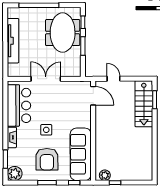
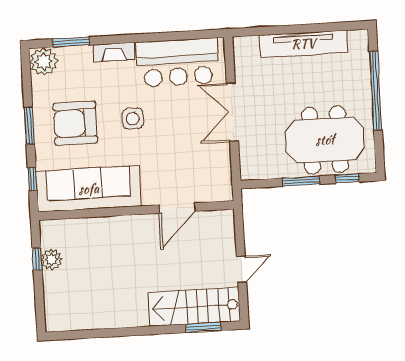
double door: (46, 79) -> (232, 112), swing flipped
door: (113, 79) -> (241, 269), moved
door: (93, 96) -> (177, 208), moved
plant: (105, 175) -> (51, 259), moved

